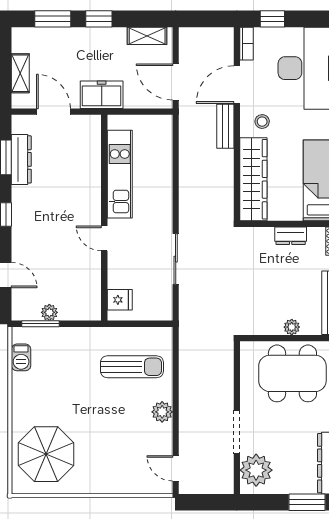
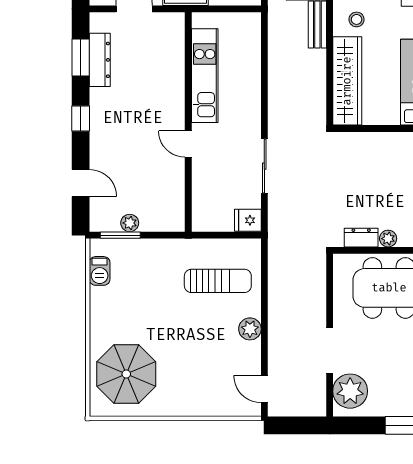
dresser: (291, 236) -> (361, 238), moved, turned 180
fridge: (120, 300) -> (248, 220), moved, turned 180

